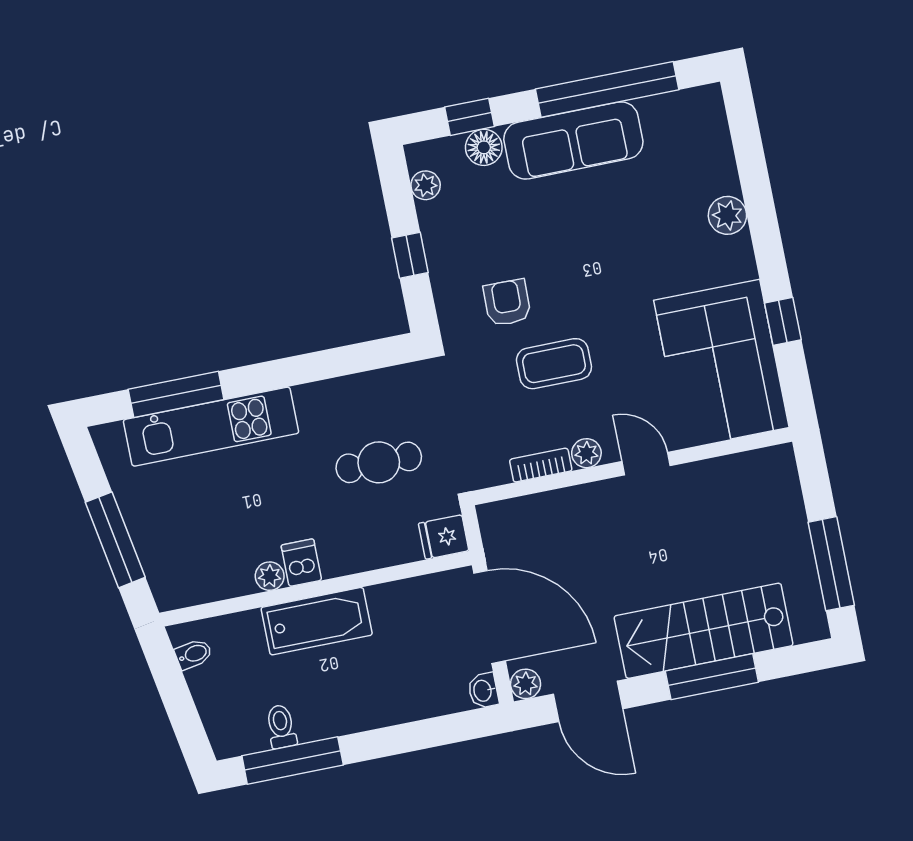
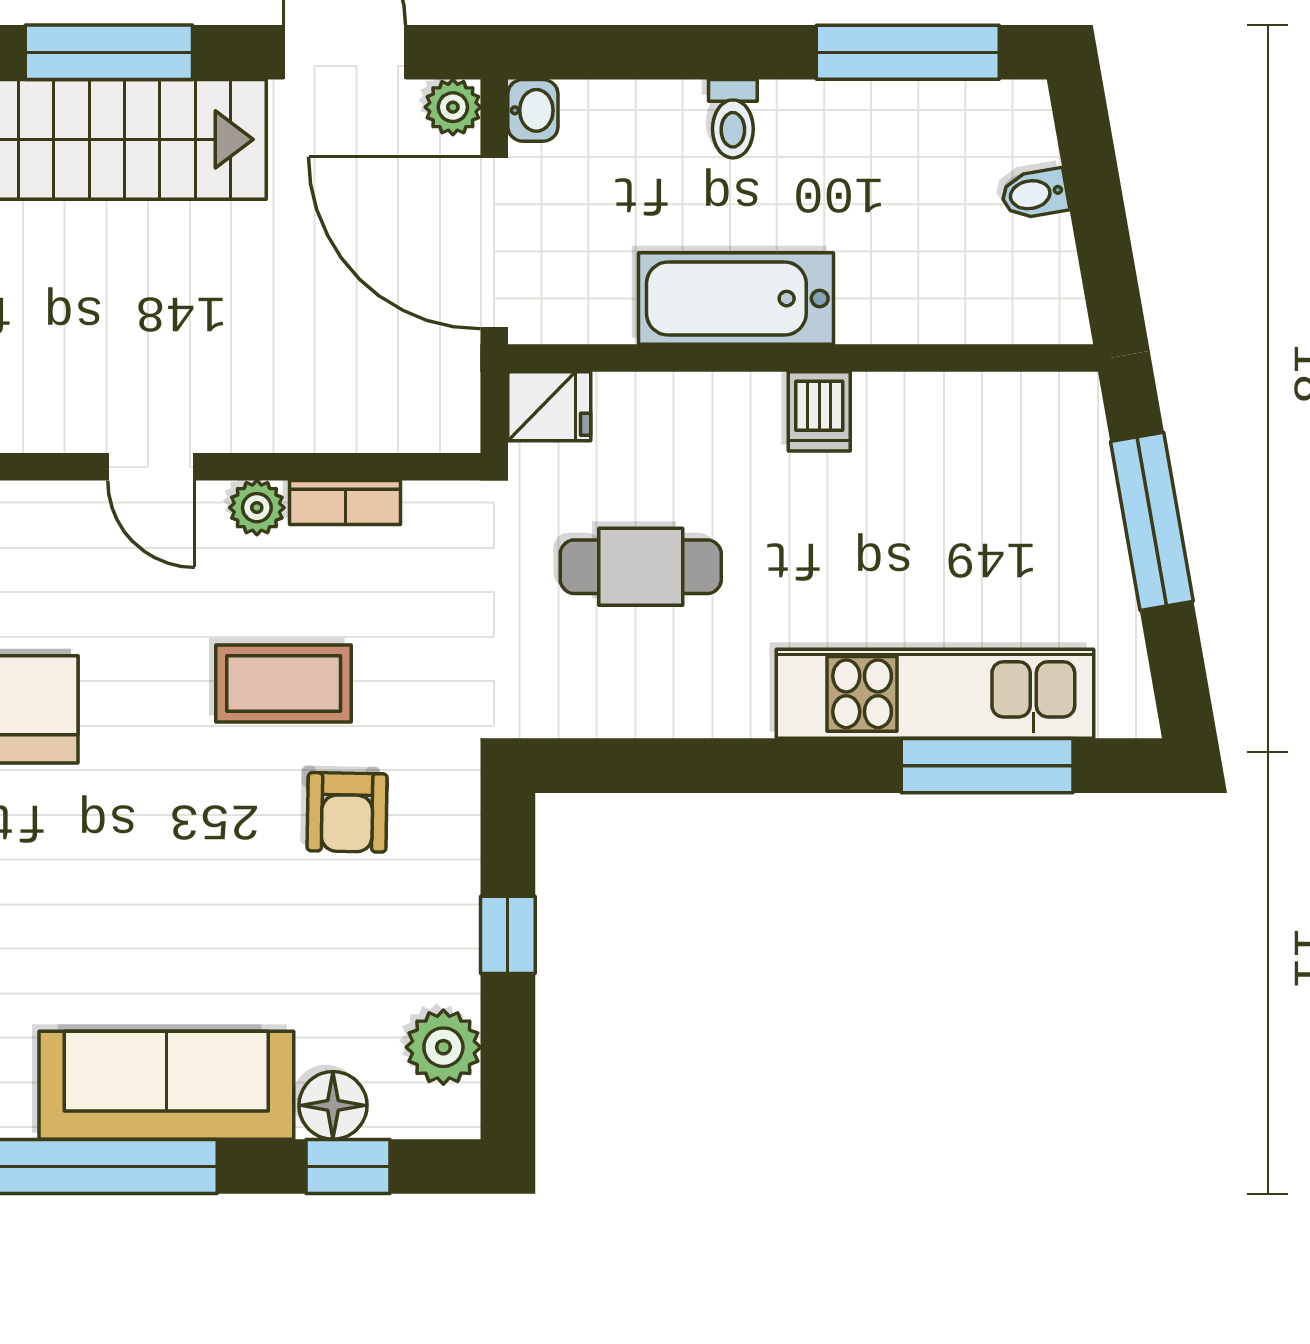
plant: (426, 185) -> (443, 1047), width x1.38, depth x1.38
plant: (270, 576) -> (882, 398), removed
bathtub: (317, 621) -> (736, 299), moved
bidet: (194, 654) -> (1035, 194), moved
toilet: (281, 726) -> (733, 119), moved

